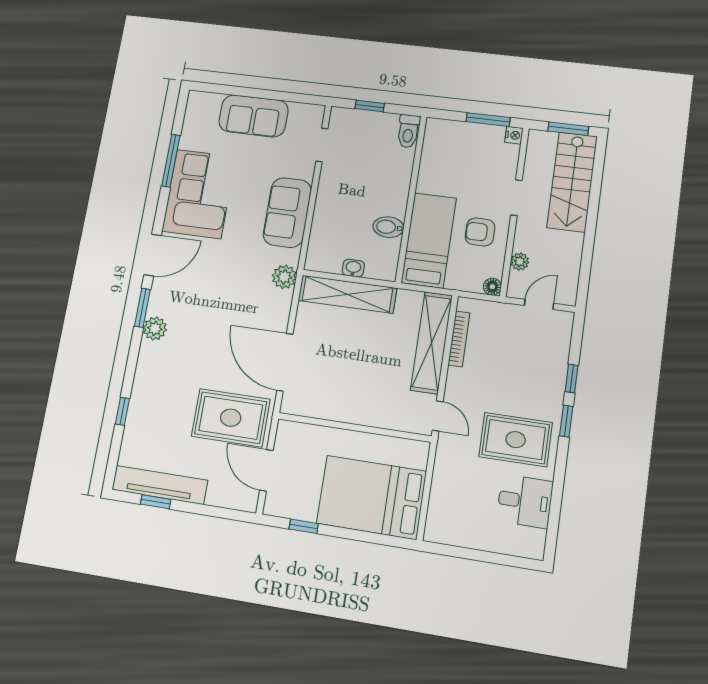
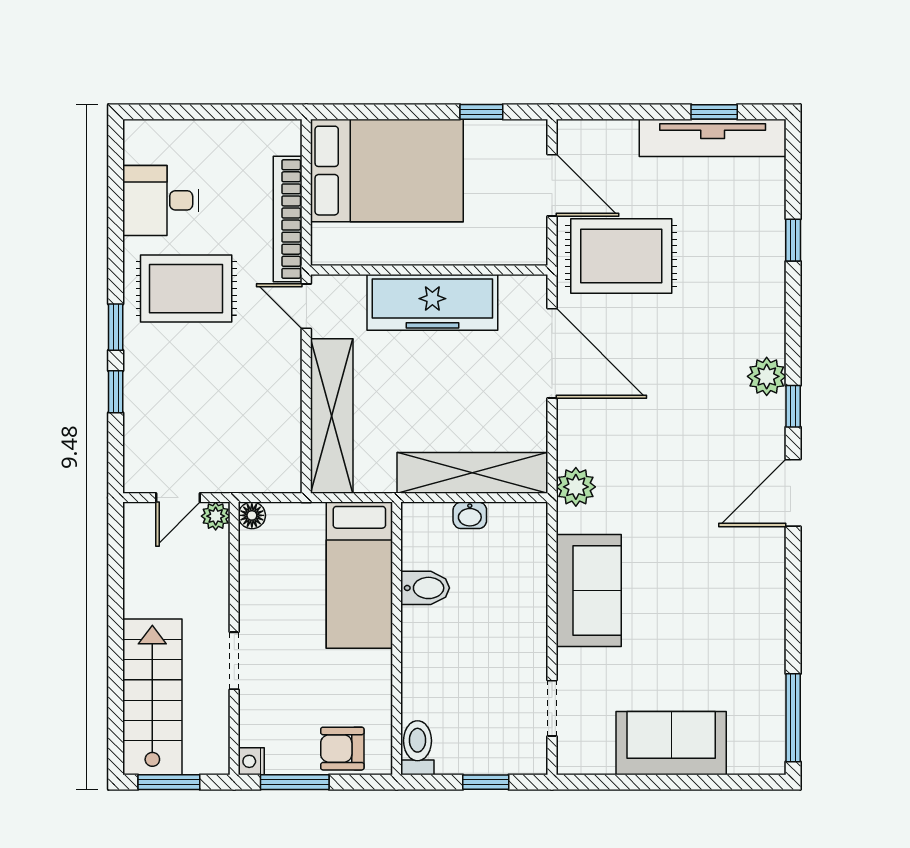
window: (171, 161) -> (793, 718), moved
corner sofa: (199, 194) -> (737, 603), removed
armchair: (480, 232) -> (342, 749), moved, turned 180
plant: (520, 262) -> (216, 516), moved
window: (142, 308) -> (793, 406), width x0.67
bookcase: (459, 339) -> (288, 219), moved, width x1.48, depth x1.31
freezer: (355, 406) -> (432, 302), added

